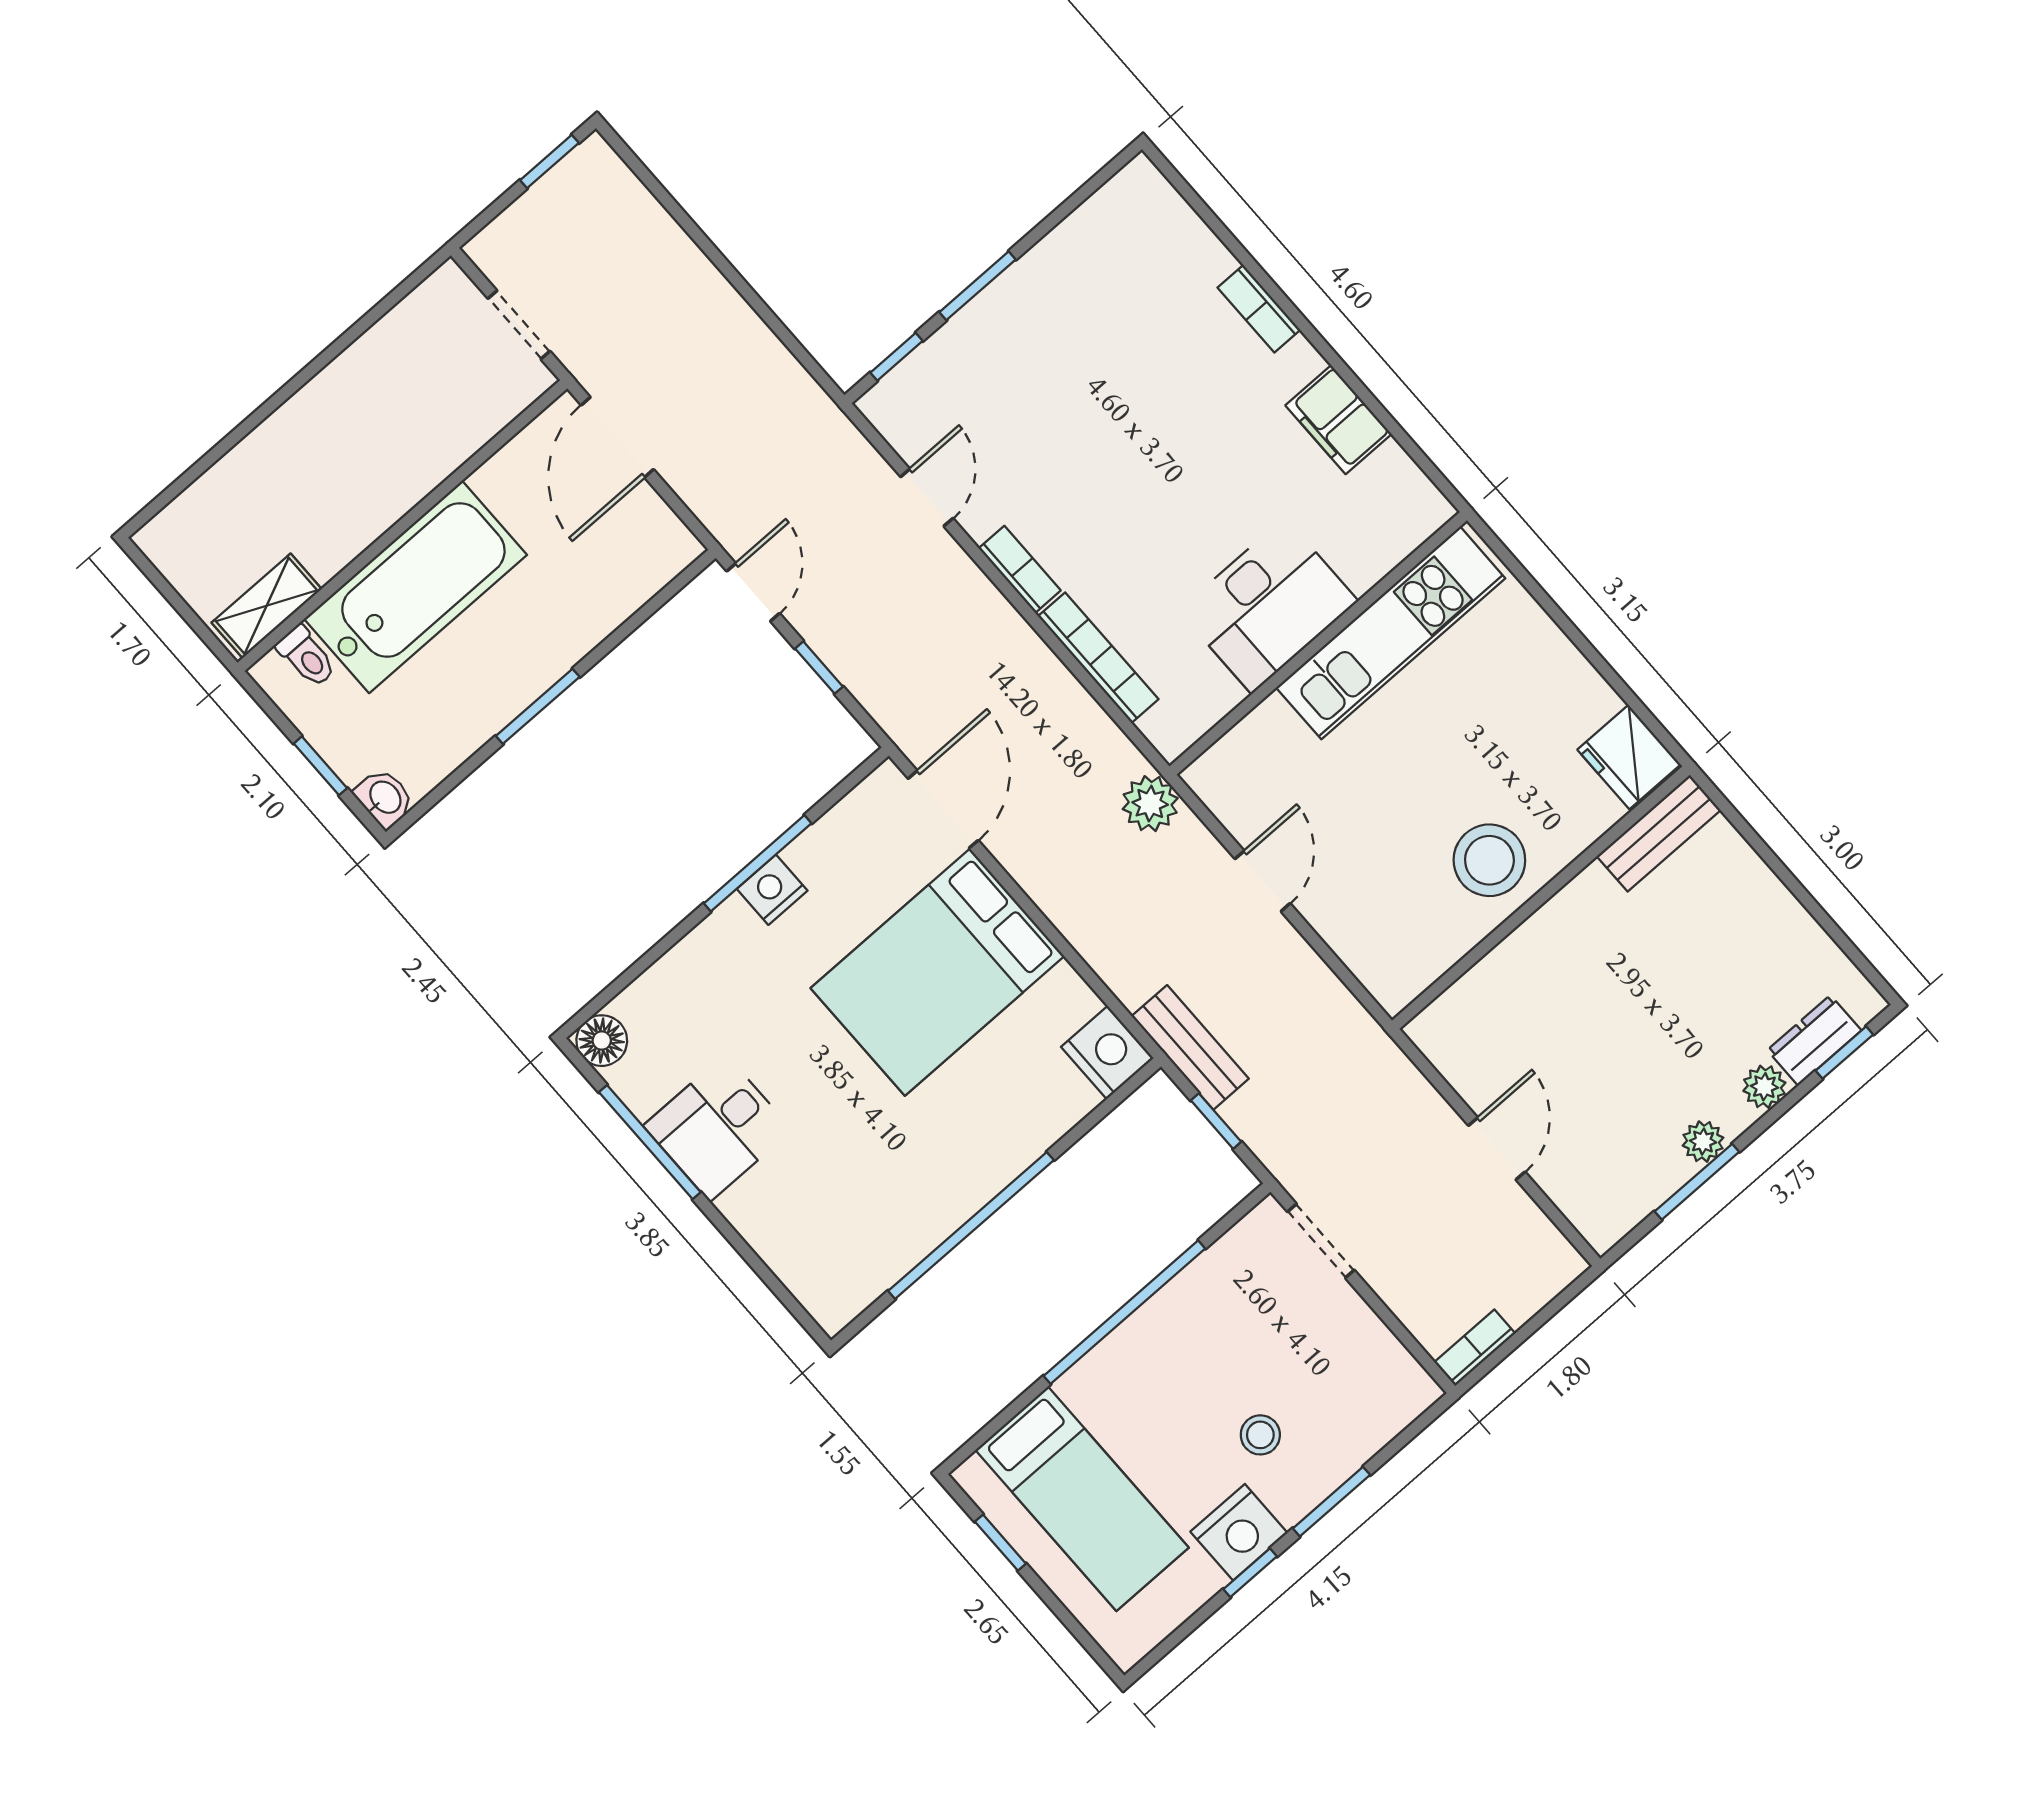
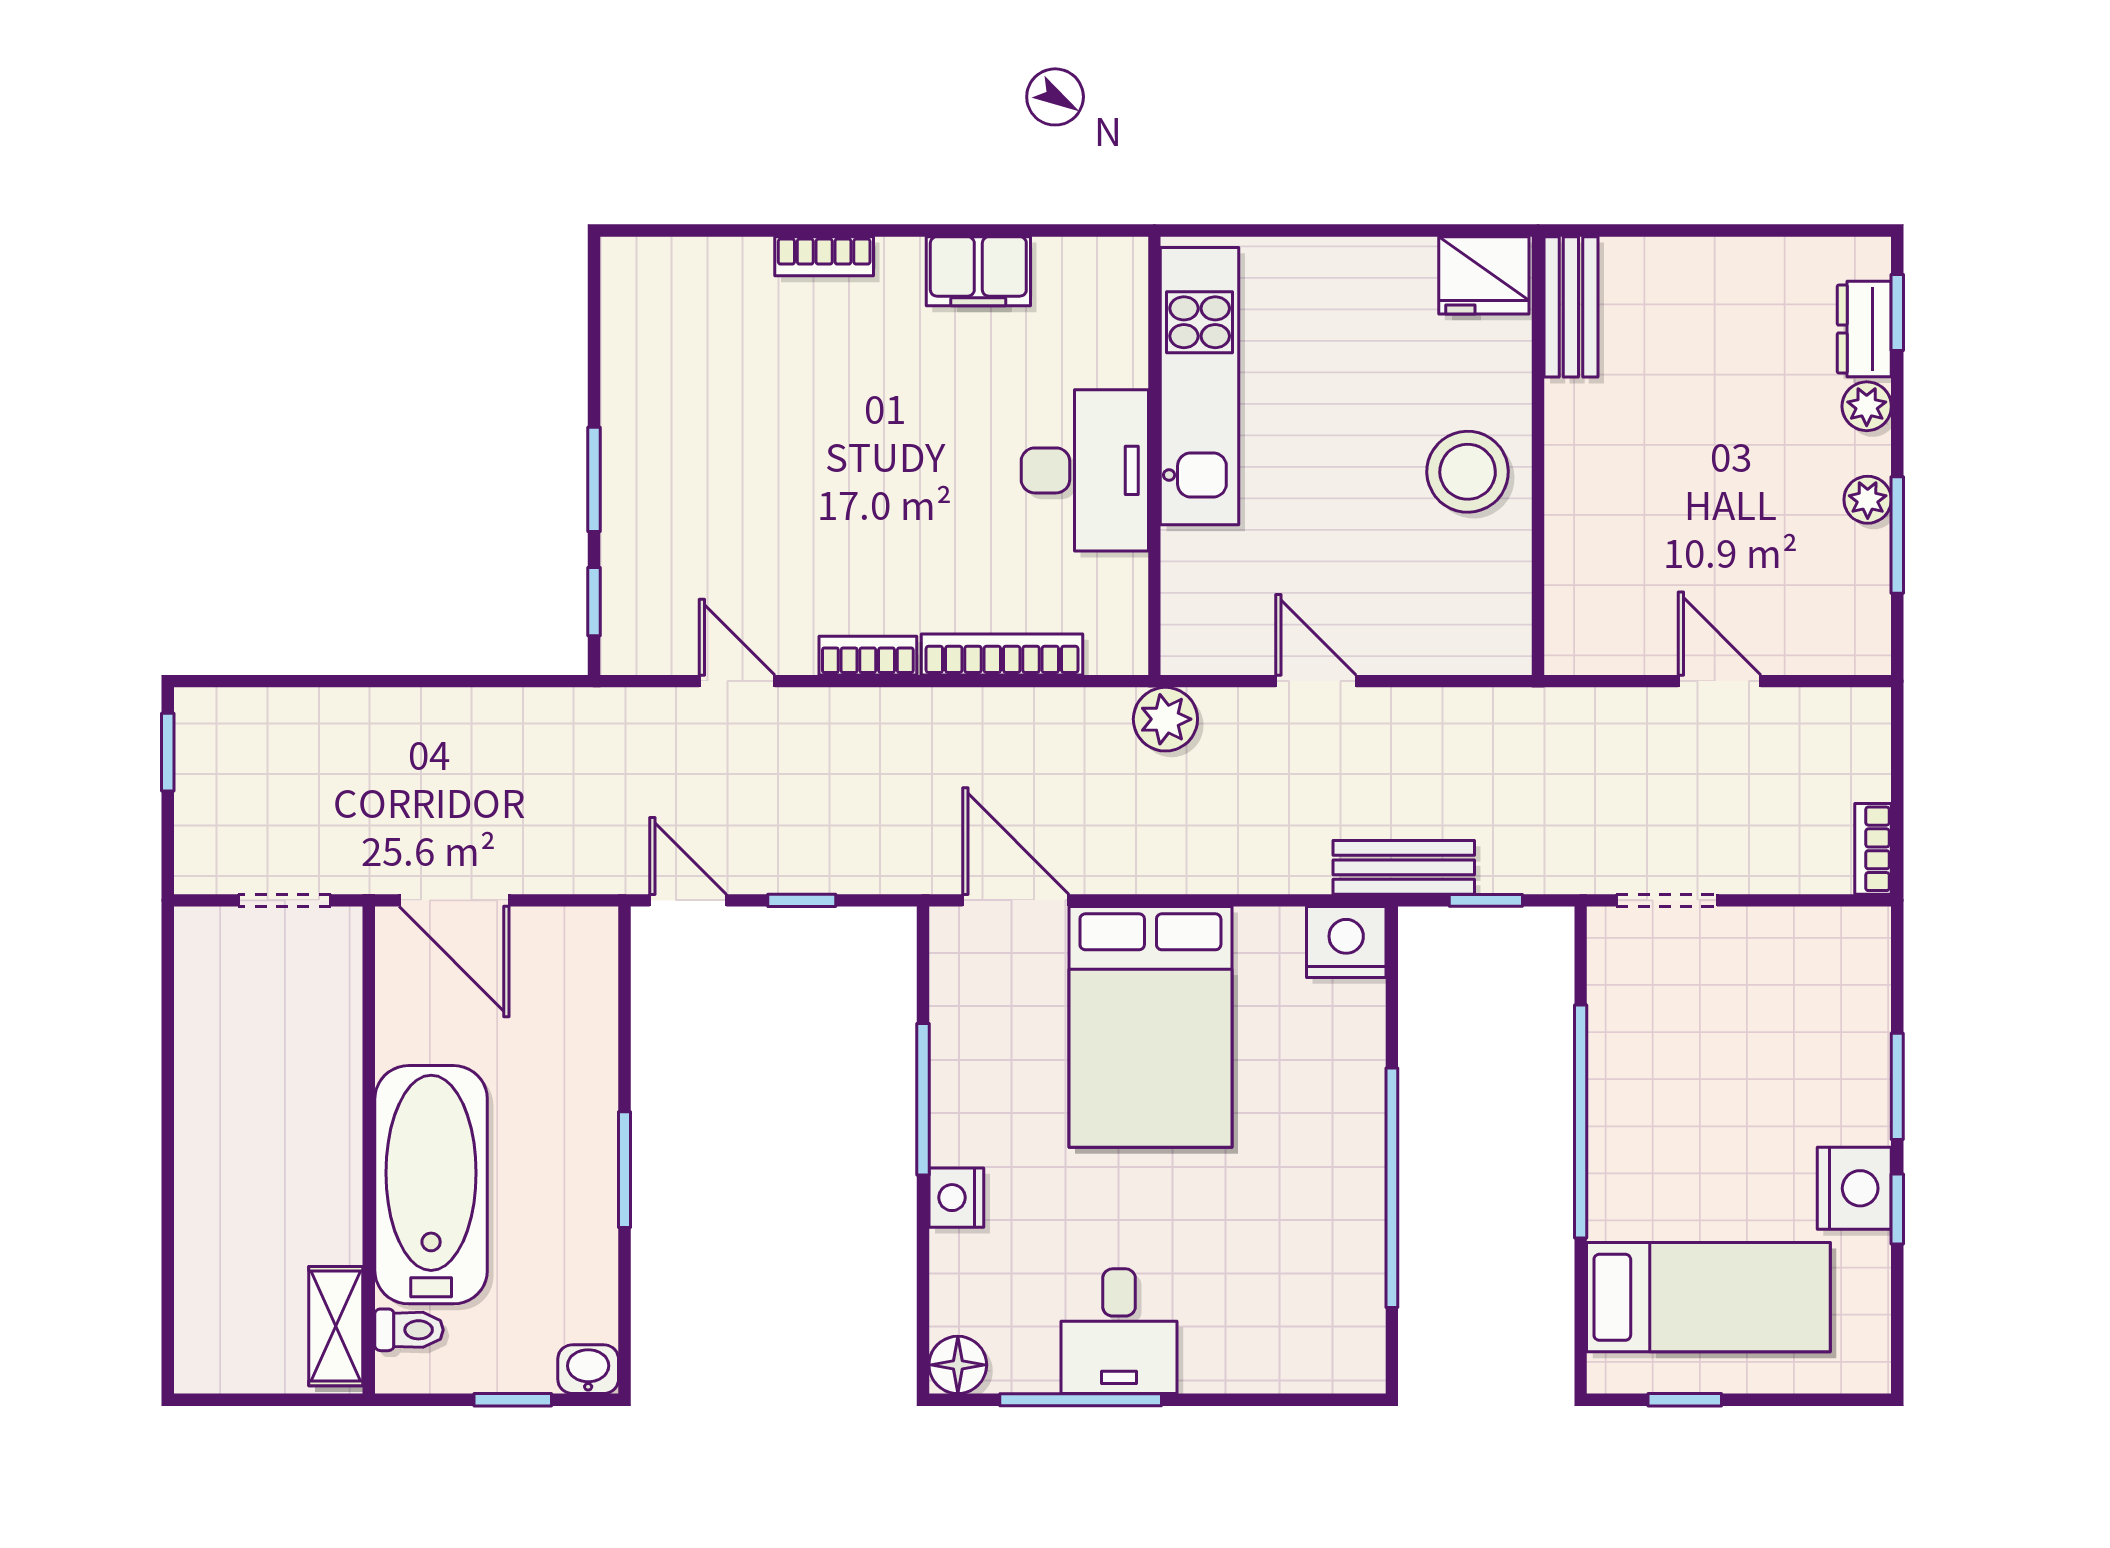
nightstand: (772, 890) -> (956, 1198), moved
stool: (1260, 1435) -> (1787, 1097), removed

